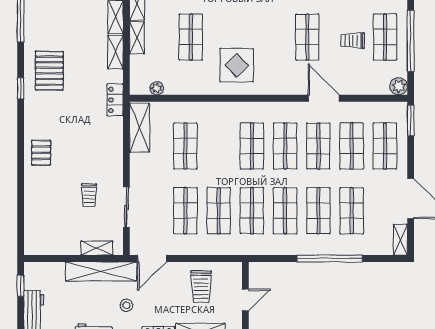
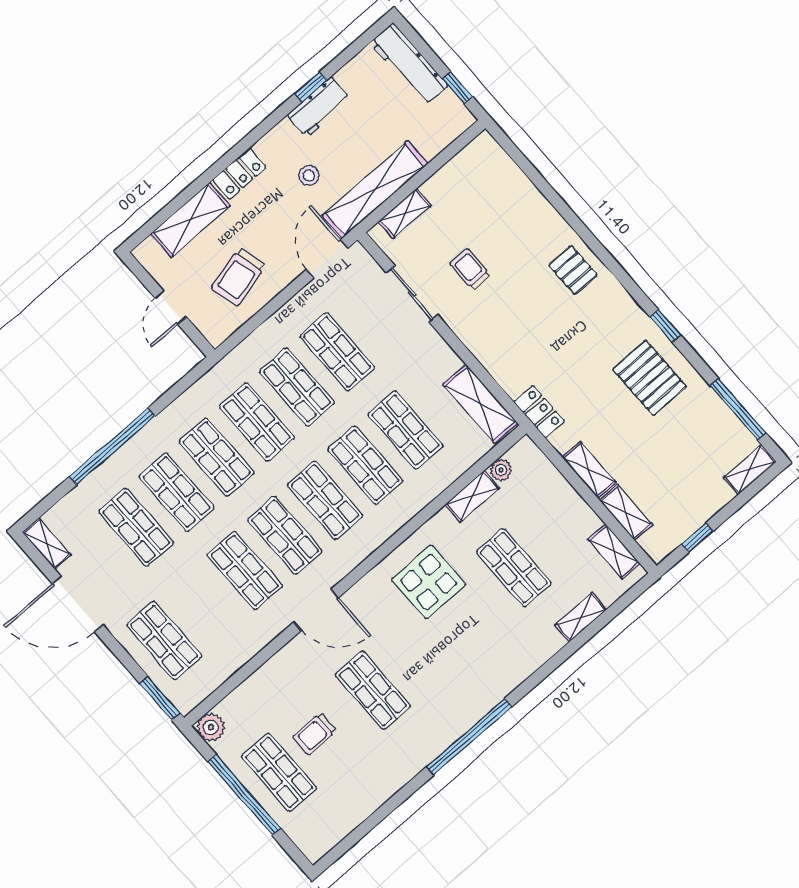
shelving: (137, 38) -> (472, 496), moved, turned 90
trolley: (353, 41) -> (315, 734), turned 180
door: (324, 98) -> (316, 610), moved
shop shelf: (352, 146) -> (365, 465), moved
trolley: (201, 286) -> (238, 277), turned -104

